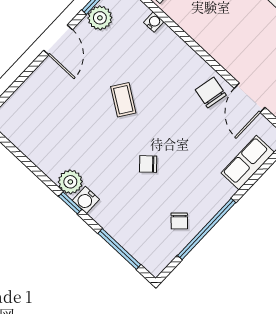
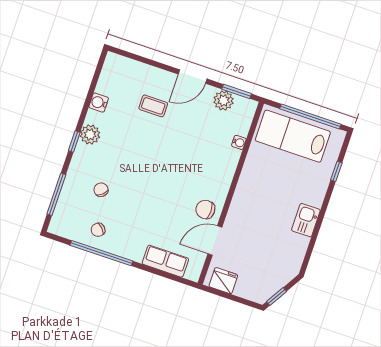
chair: (211, 93) -> (205, 209), turned -102
coffee table: (123, 100) -> (153, 106), moved, turned 56
chair: (148, 164) -> (101, 190), moved
water cooler: (86, 200) -> (99, 103), moved

